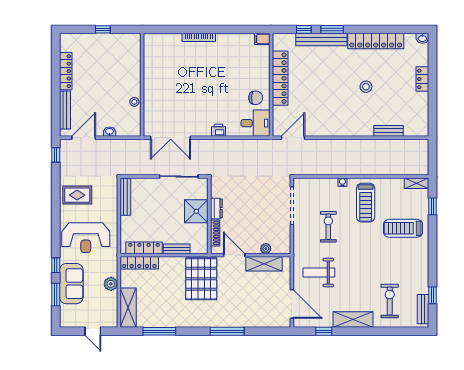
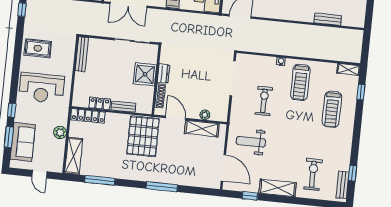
treadmill: (403, 228) -> (332, 109), turned -90
locker: (144, 248) -> (100, 103), width x0.66
sofa: (71, 284) -> (23, 142), moved

